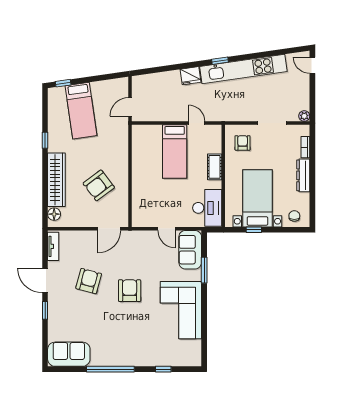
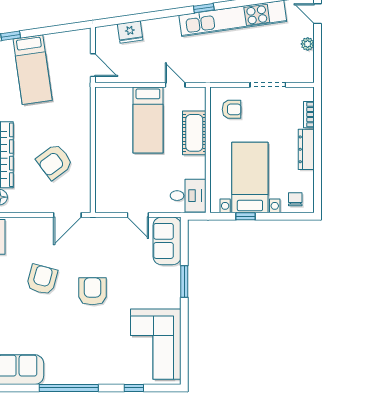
fridge: (191, 76) -> (130, 32), moved
door: (130, 107) -> (93, 65), swing flipped
plant: (304, 116) -> (308, 44), moved
armchair: (243, 143) -> (232, 109), turned 90
cot: (215, 167) -> (194, 133), width x1.37, depth x1.34
desk: (207, 208) -> (188, 196), width x0.73
window: (204, 270) -> (184, 281), moved
corner sofa: (181, 310) -> (156, 344), moved

